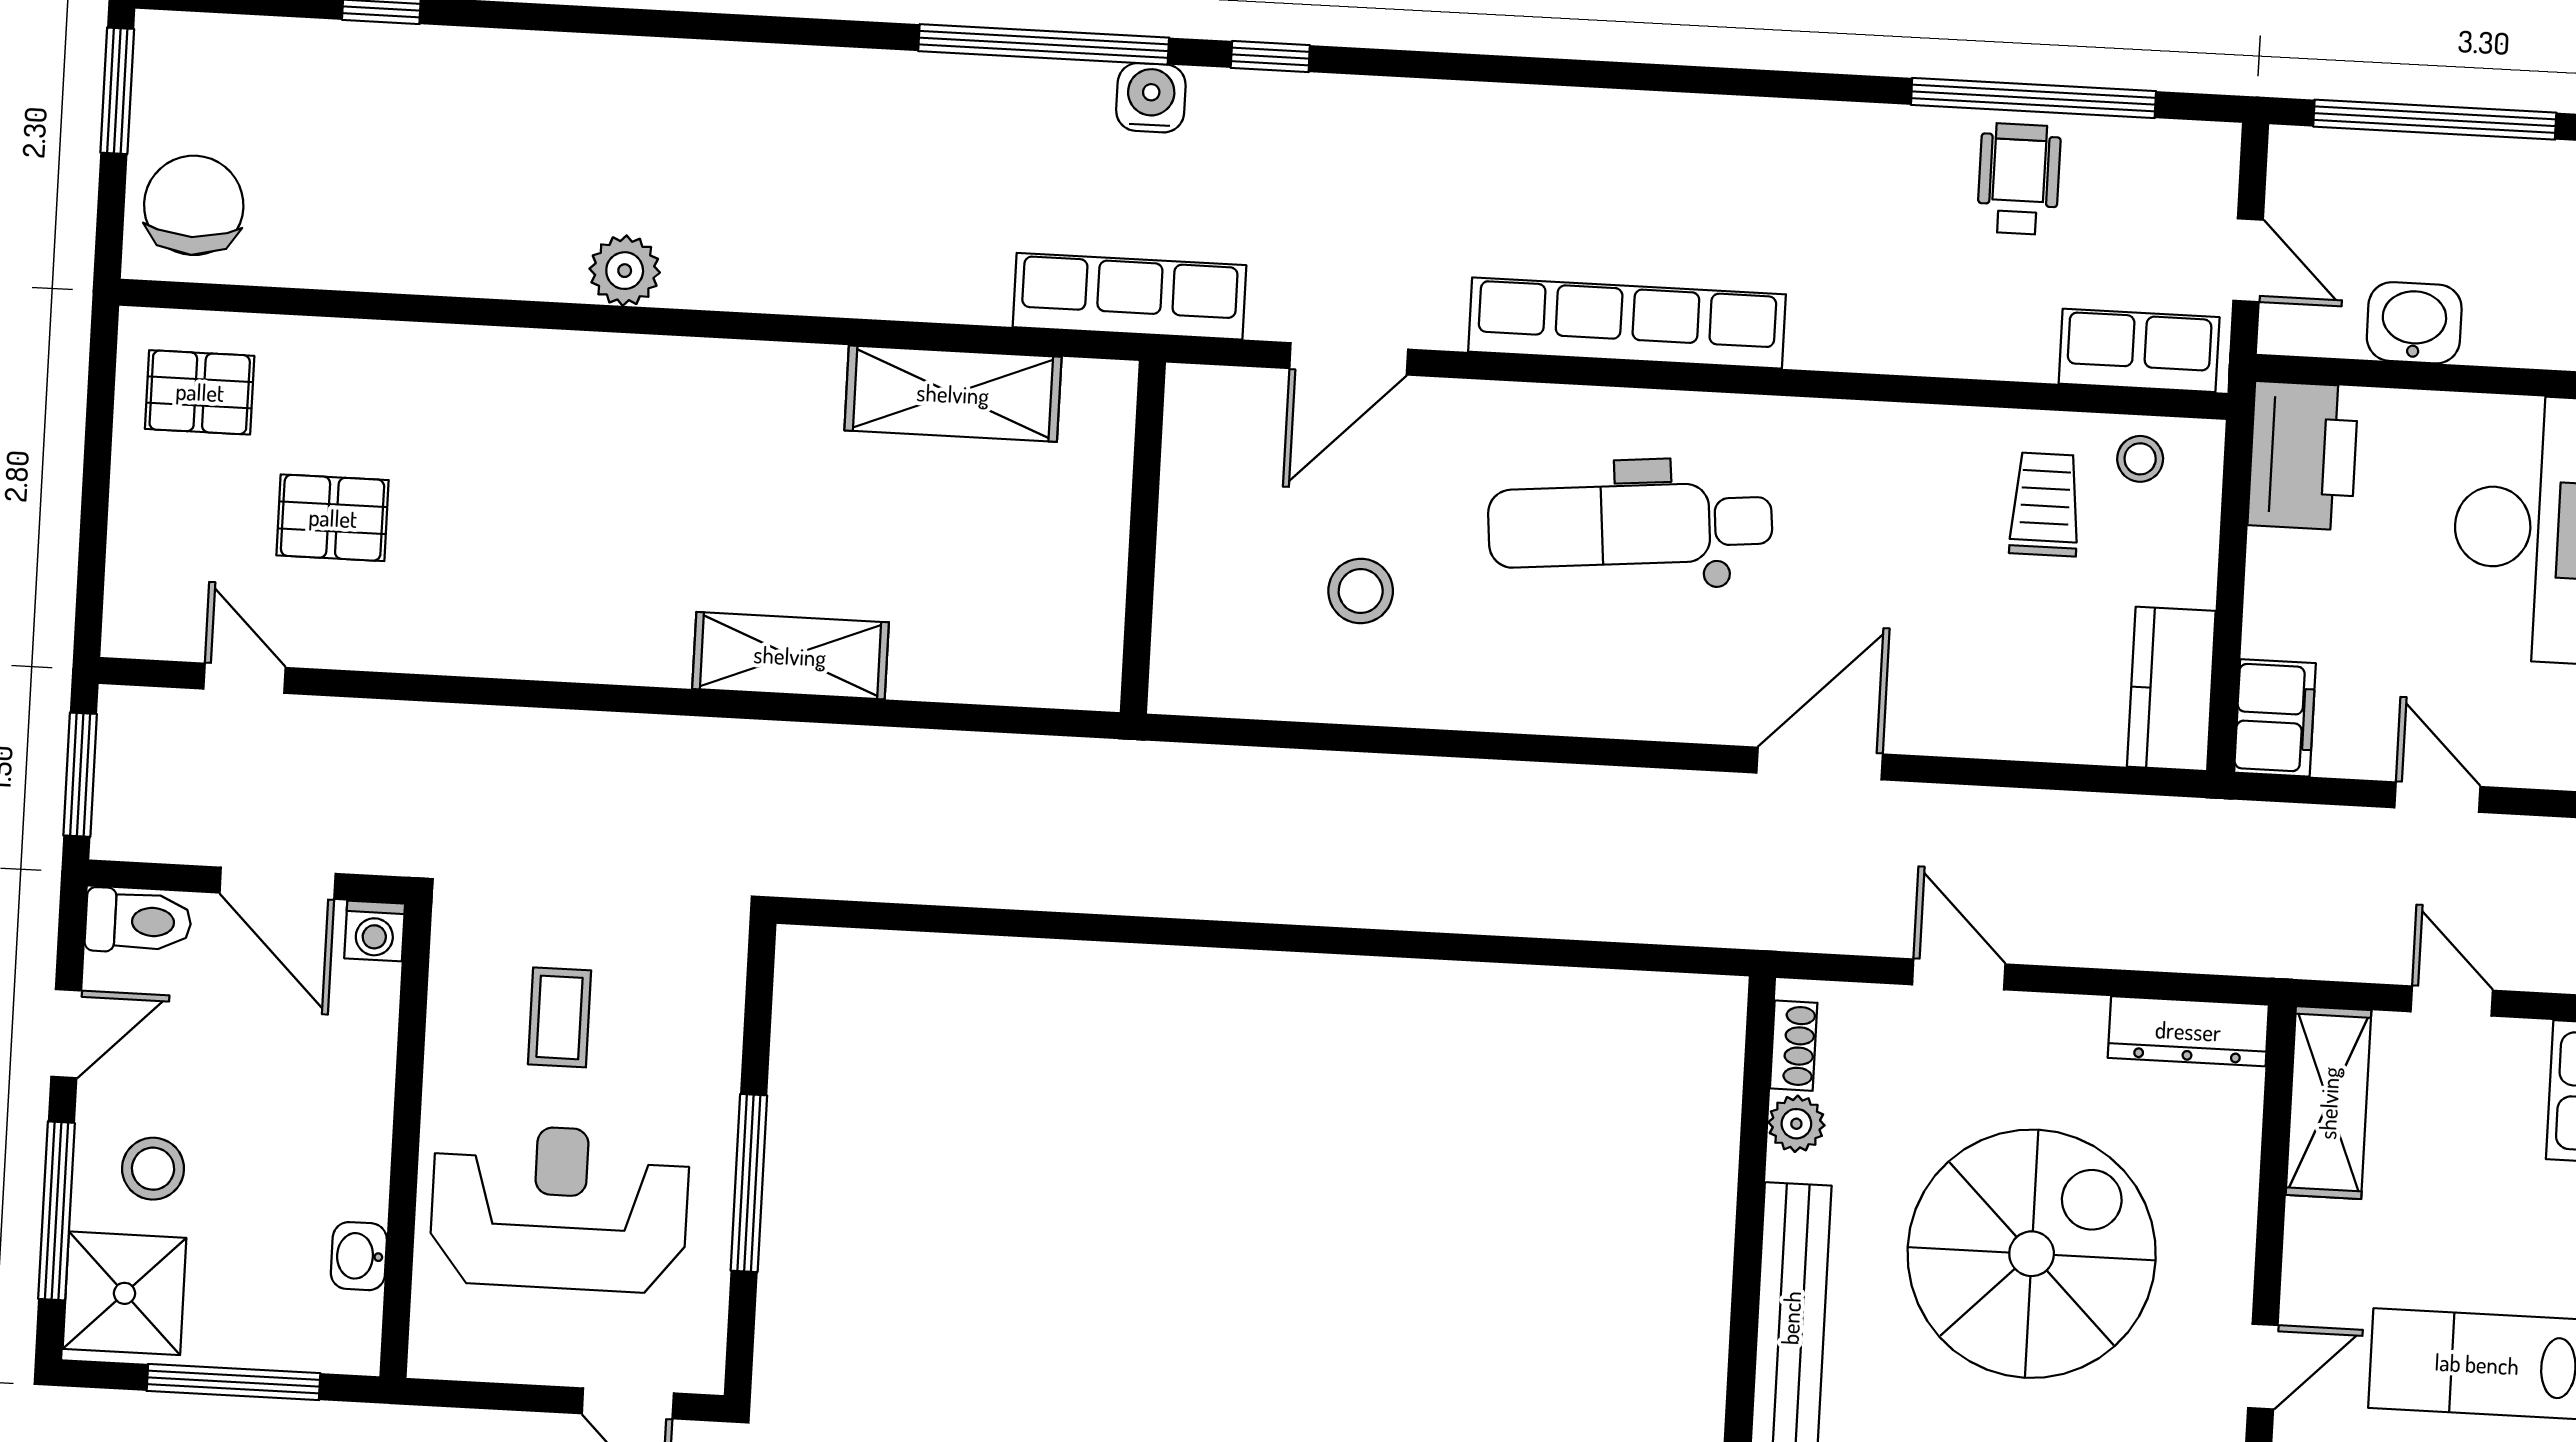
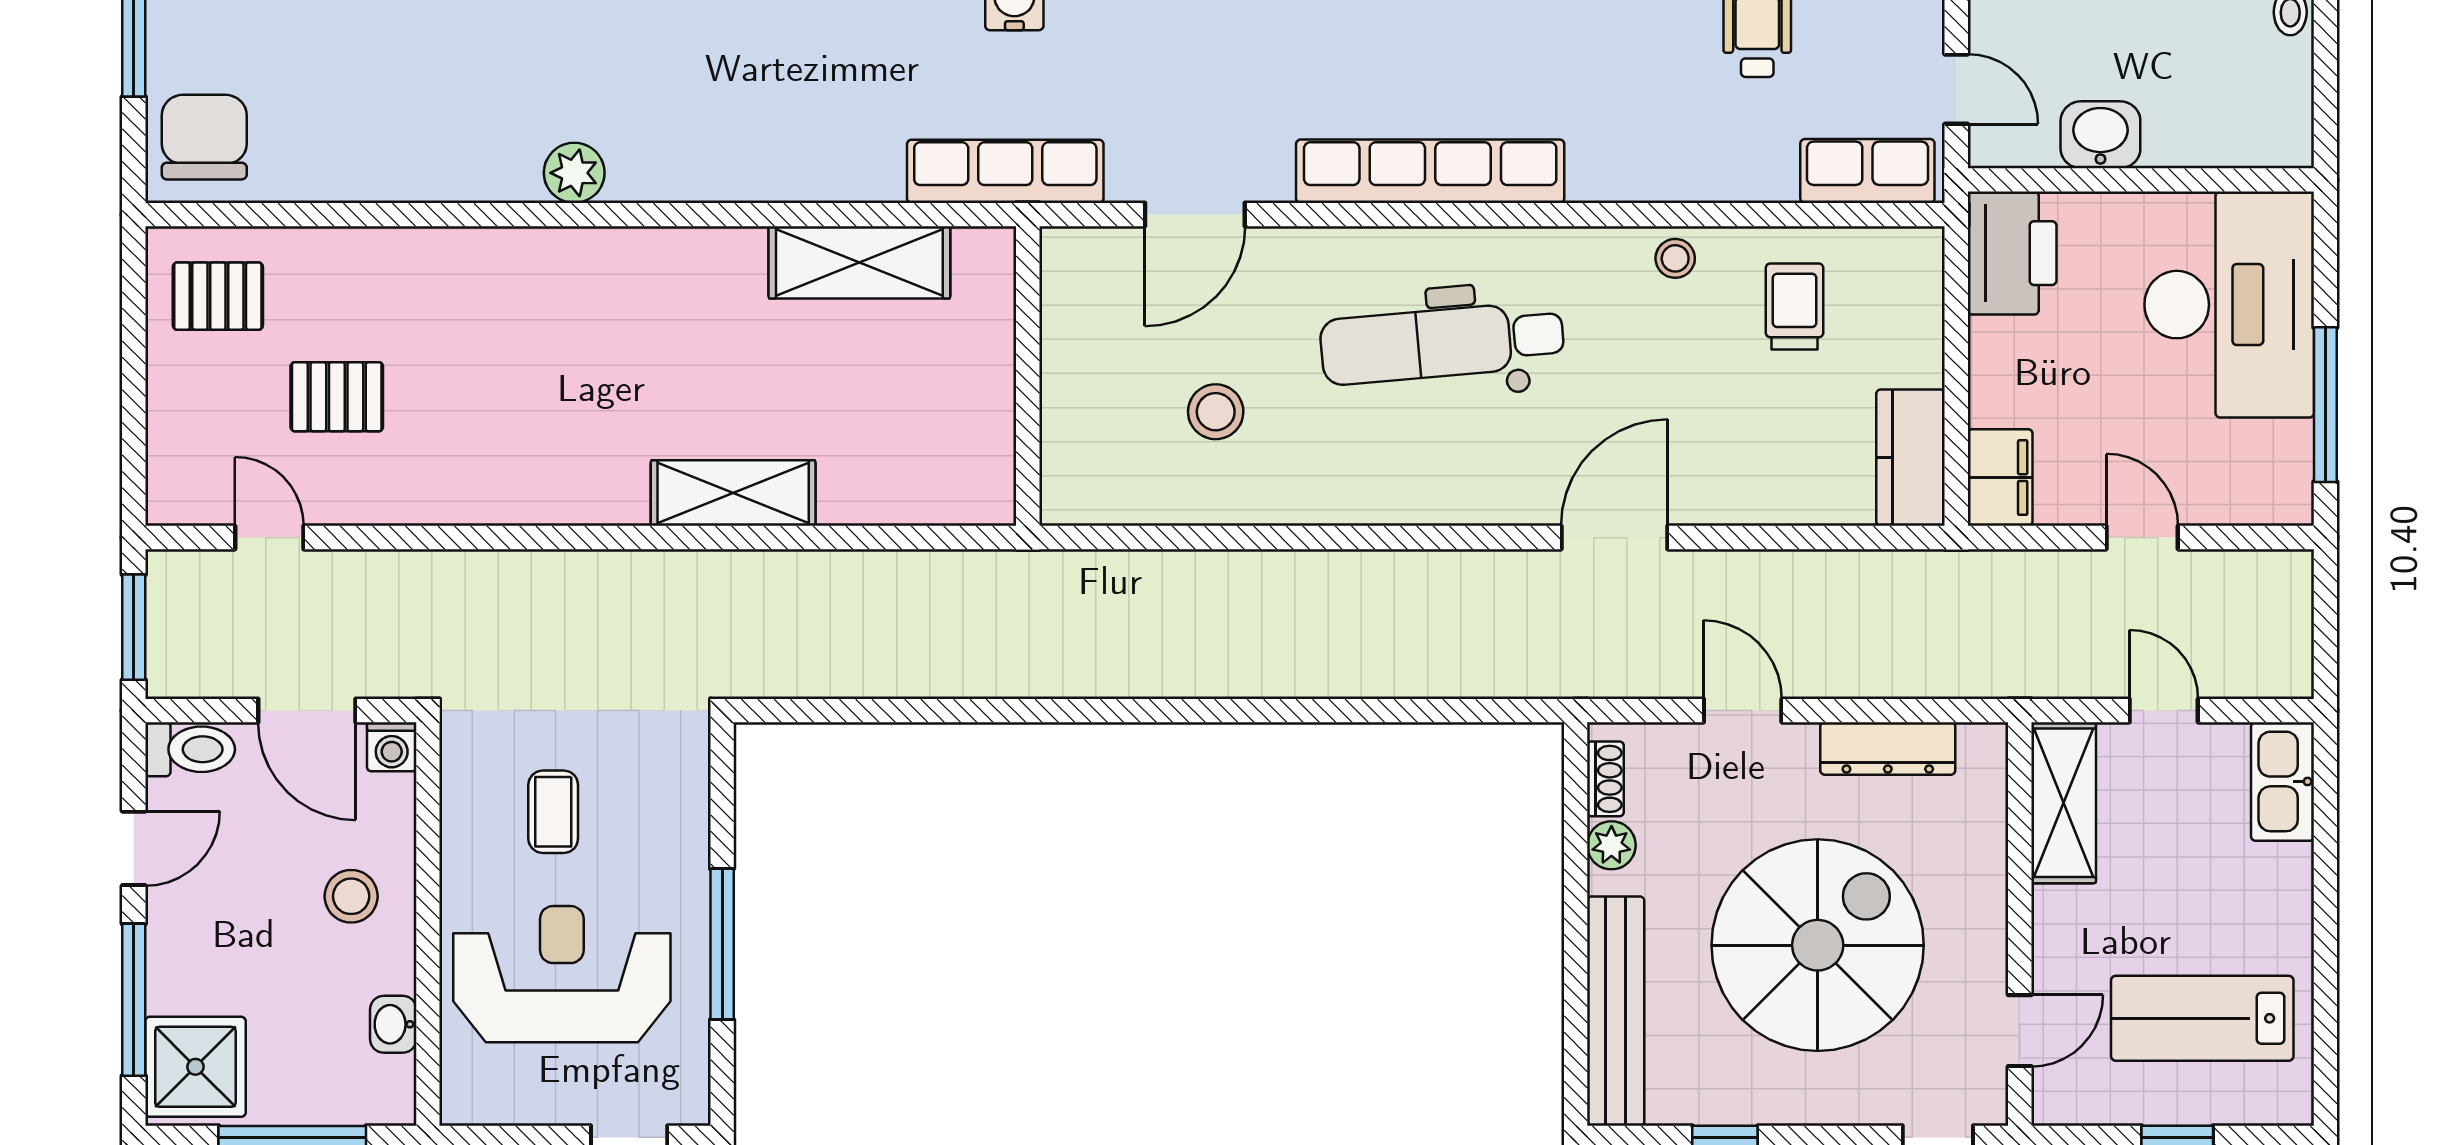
stool: (2140, 459) -> (1675, 258), moved
dresser: (2188, 1031) -> (1888, 748), moved
stool: (153, 1169) -> (351, 896), moved

